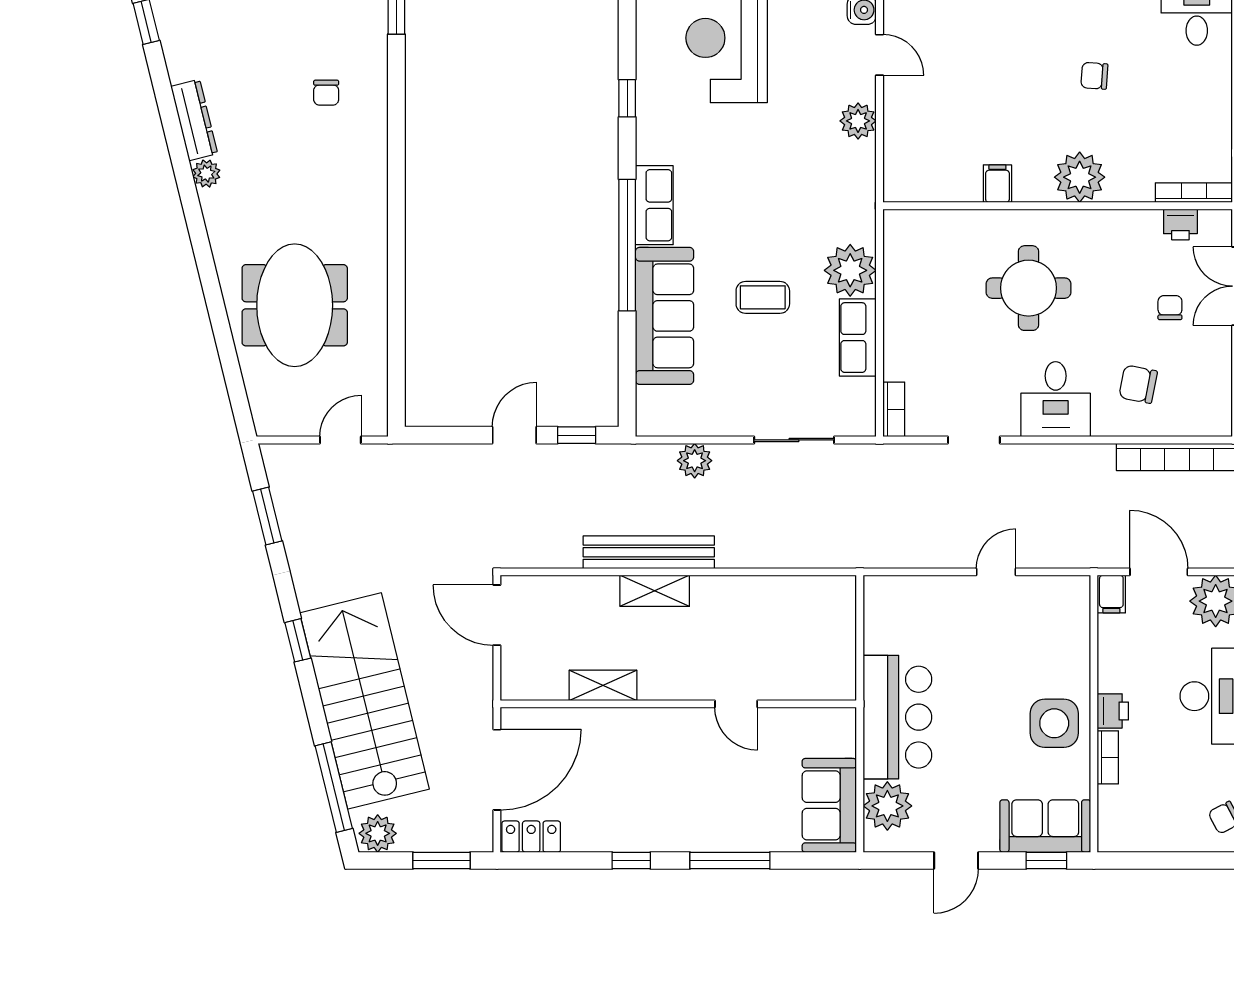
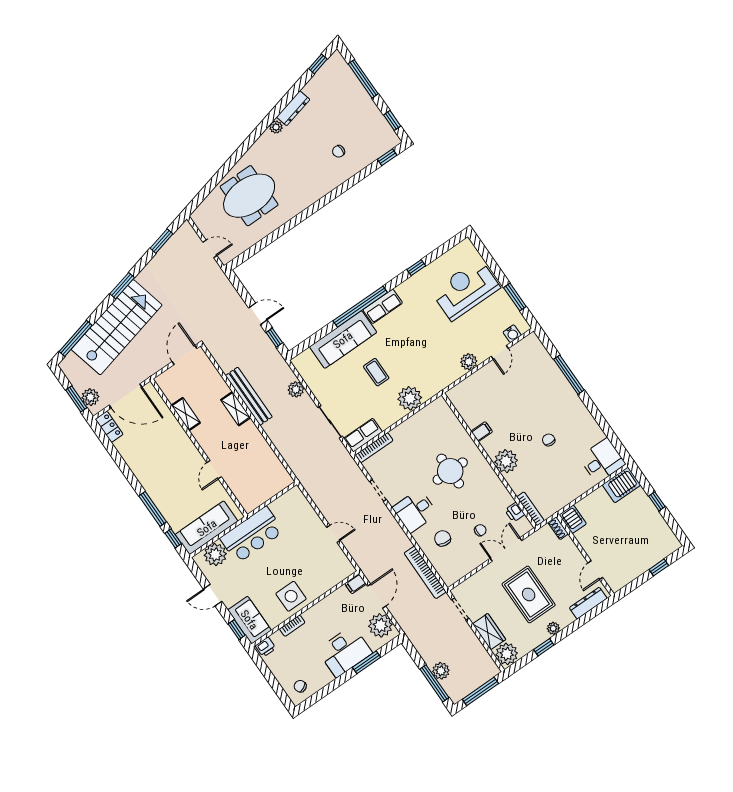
row of seats: (858, 338) -> (363, 435), moved
bookcase: (894, 409) -> (374, 448), width x1.56
window: (298, 640) -> (122, 286), width x1.50
printer: (1113, 711) -> (266, 647), moved
sofa: (829, 805) -> (207, 528), width x1.36
plant: (378, 833) -> (90, 397), moved
window: (631, 860) -> (173, 538), moved

